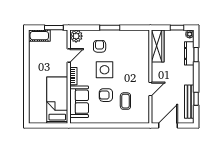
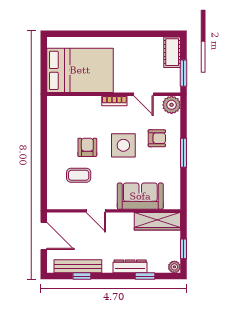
dresser: (189, 53) -> (130, 266), moved
bed: (57, 100) -> (80, 70), width x1.50
sofa: (79, 102) -> (140, 196), moved, turned 180

